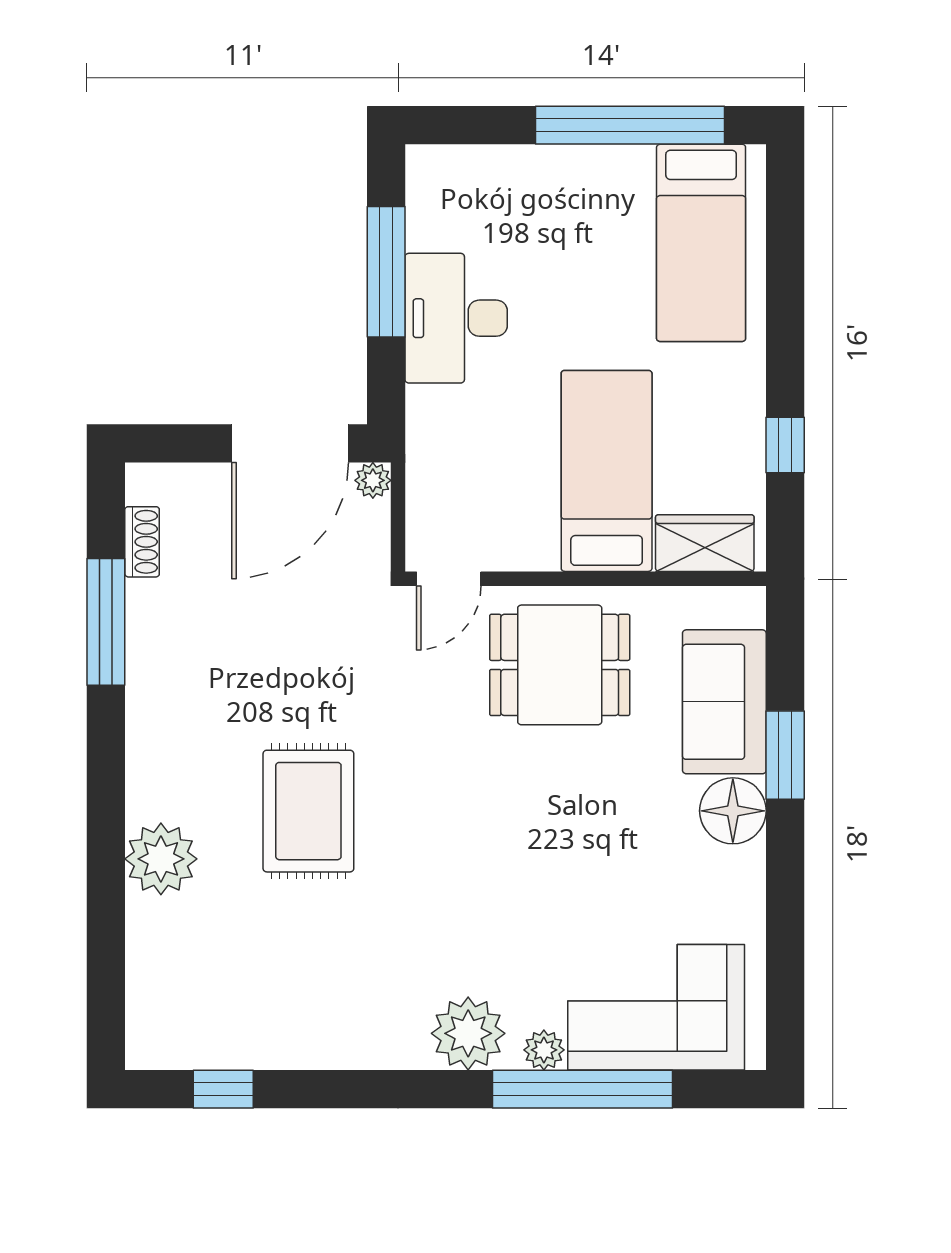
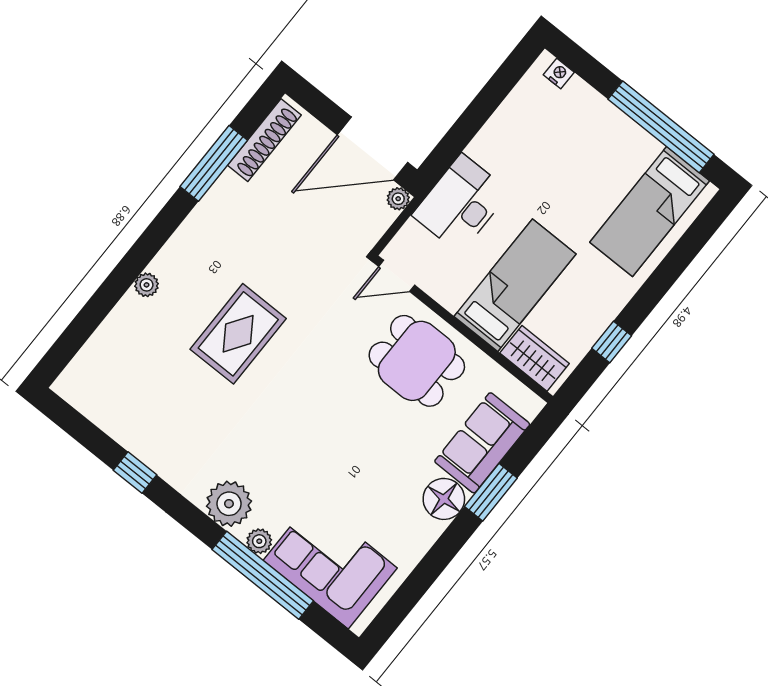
nightstand: (448, 161) -> (559, 74), added
window: (386, 272) -> (486, 103), removed
desk: (456, 318) -> (461, 203), moved
shoe rack: (142, 542) -> (264, 140), width x1.94, depth x1.24
plant: (161, 859) -> (147, 285), width x0.53, depth x0.53
window: (223, 1089) -> (135, 473), moved

